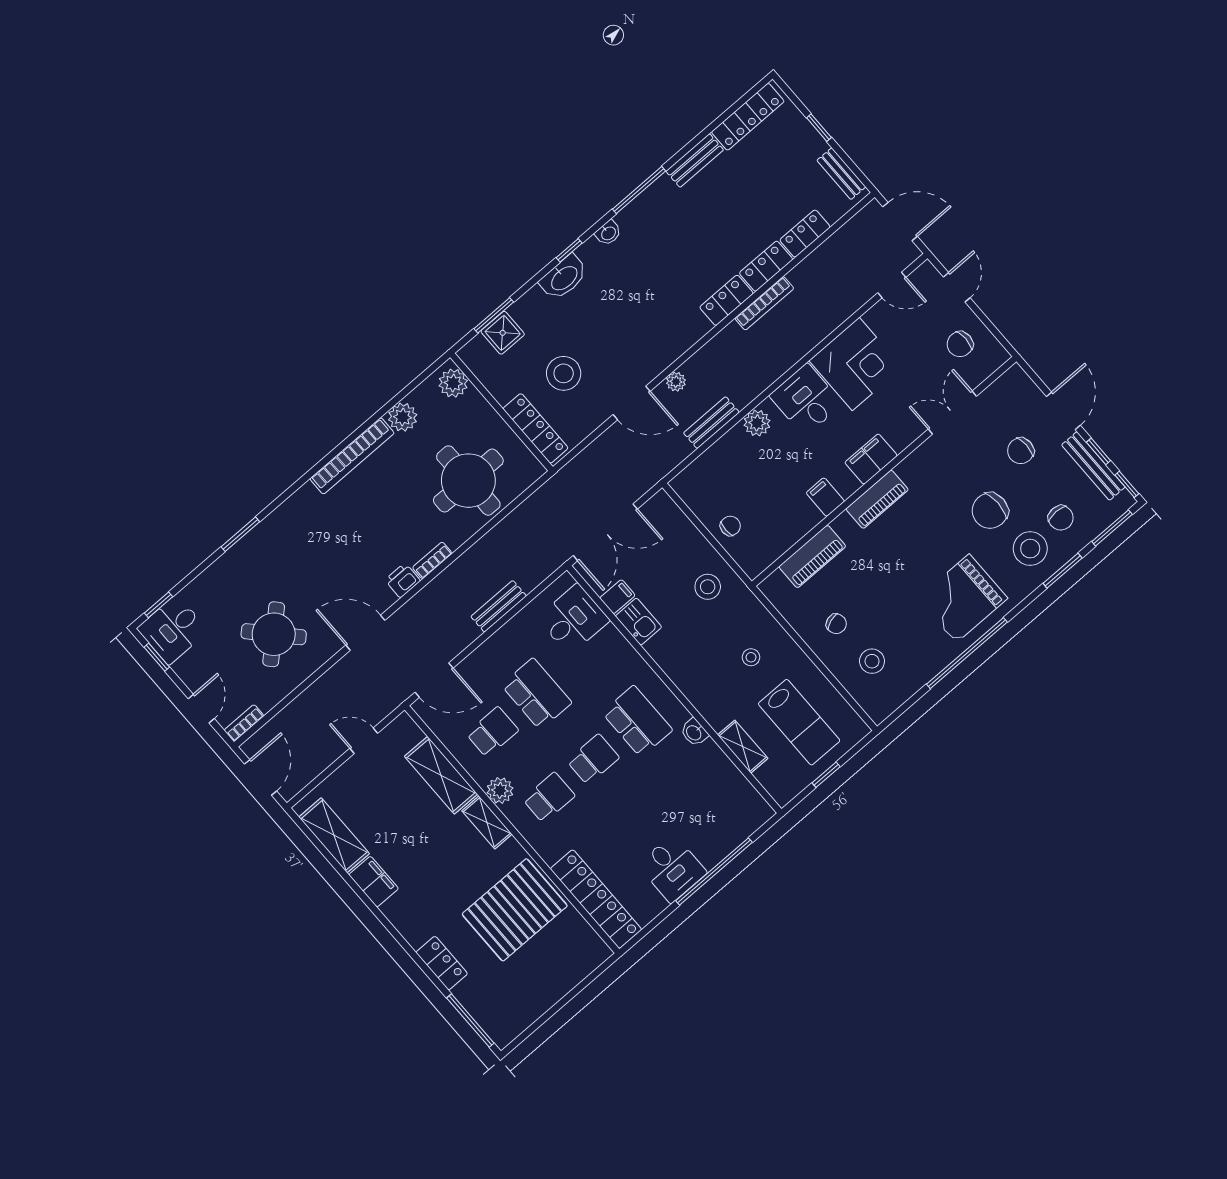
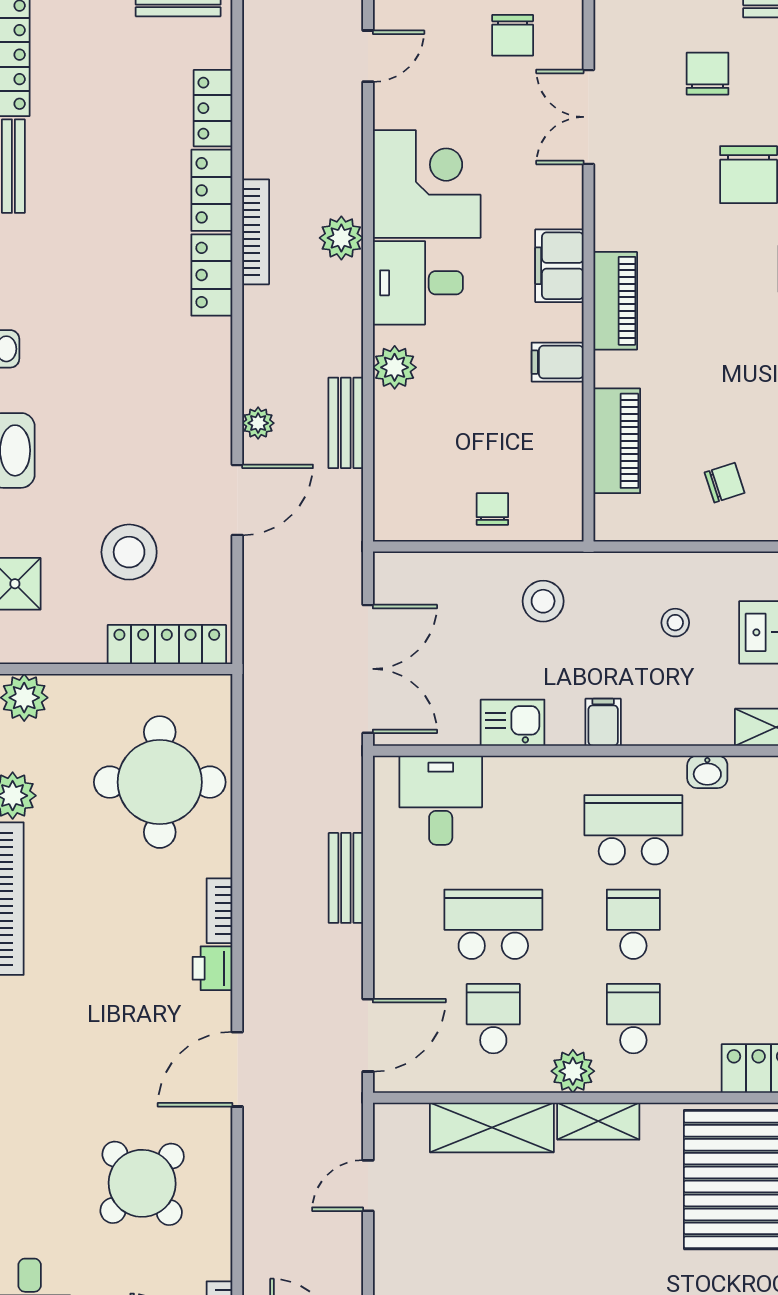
plant: (796, 346) -> (341, 238), added
chair: (1021, 451) -> (708, 74), turned 180
filing cabinet: (617, 597) -> (603, 722), moved

